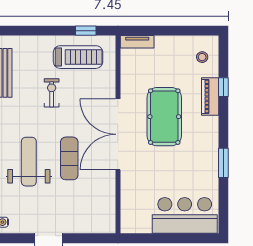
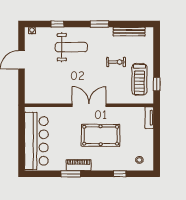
piano: (210, 97) -> (79, 165), moved
double door: (118, 134) -> (89, 105), width x0.73
exercise mat: (69, 158) -> (73, 73), removed
bar counter: (185, 215) -> (36, 141), width x1.36

